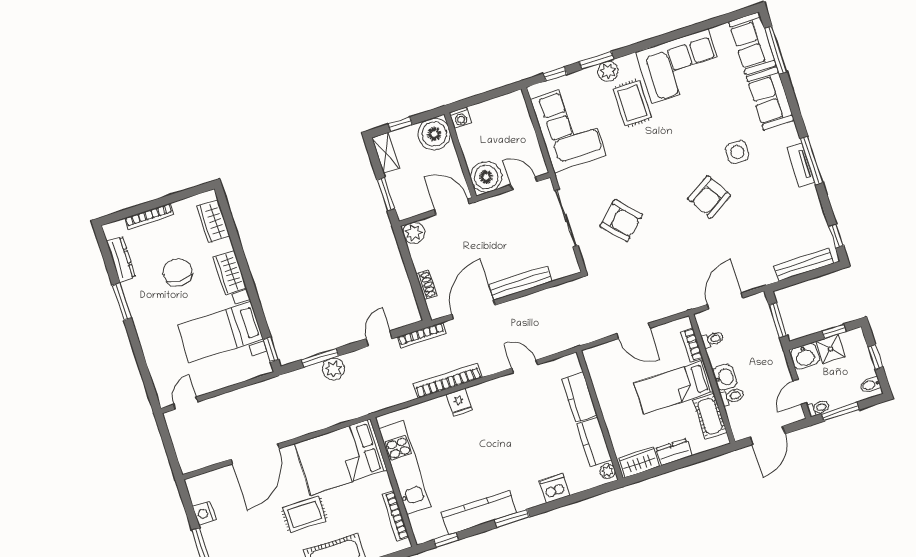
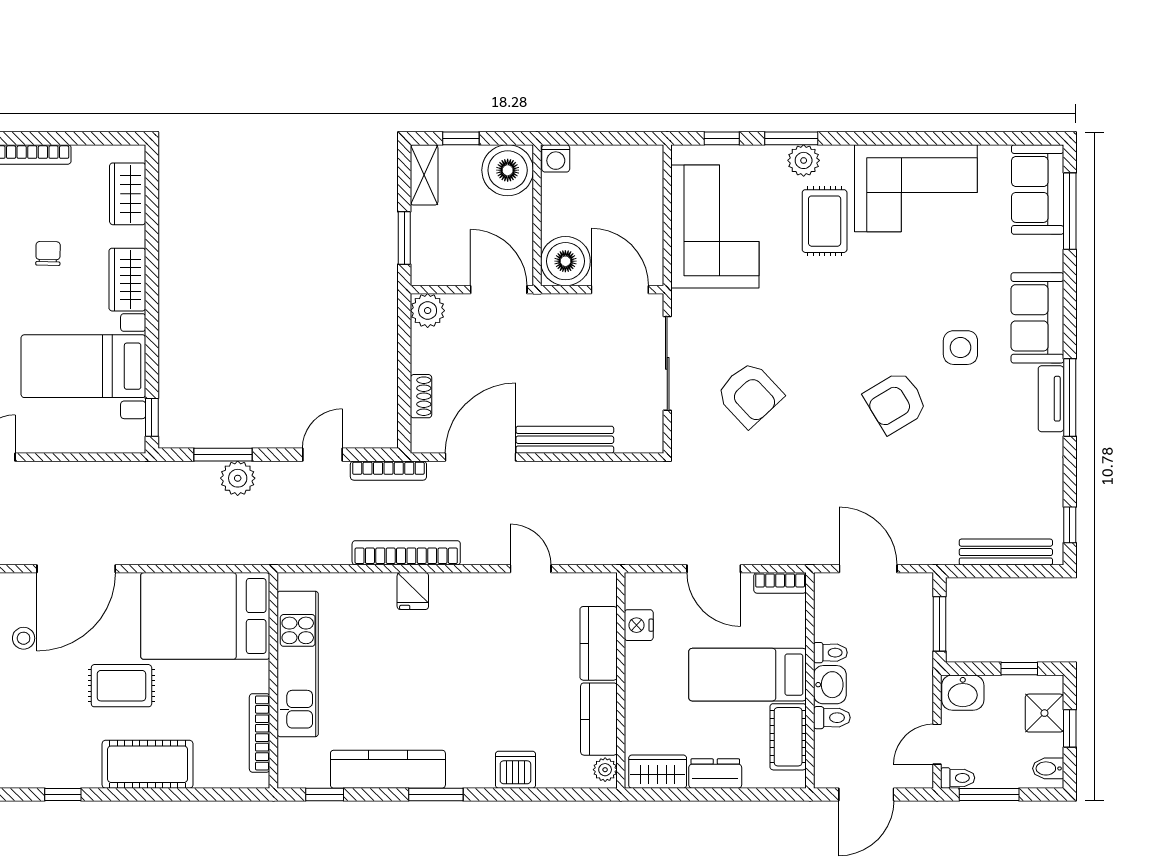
sofa: (770, 98) -> (1037, 318), moved
door: (524, 183) -> (620, 290), width x1.38
chair: (178, 272) -> (48, 253), width x0.54, depth x0.54
door: (725, 301) -> (868, 569), hinge flipped
toilet: (713, 339) -> (830, 653), moved
bookcase: (692, 345) -> (780, 583), moved, turned -90
shower: (831, 349) -> (1044, 713), moved
nightstand: (600, 379) -> (639, 625), added
stool: (237, 505) -> (24, 638), added

